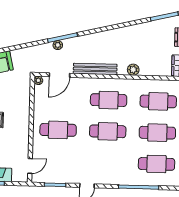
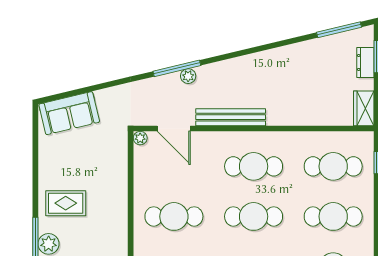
plant: (58, 45) -> (188, 76), moved
plant: (133, 70) -> (292, 117), removed
door: (59, 75) -> (174, 129), hinge flipped

